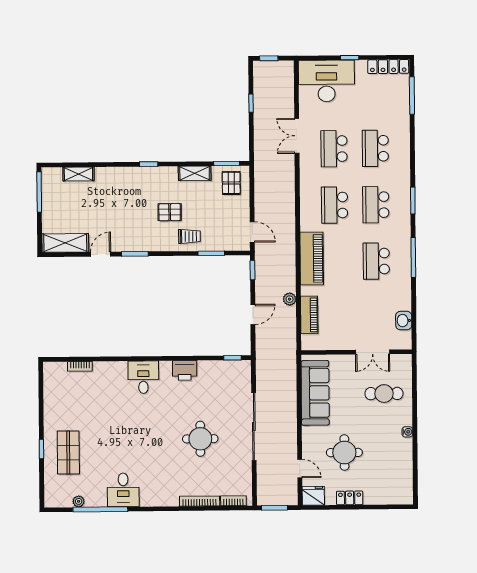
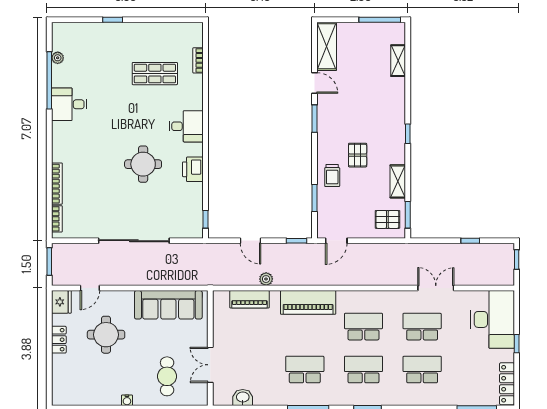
round table: (200, 439) -> (143, 164), moved
shop shelf: (68, 453) -> (155, 74), moved

